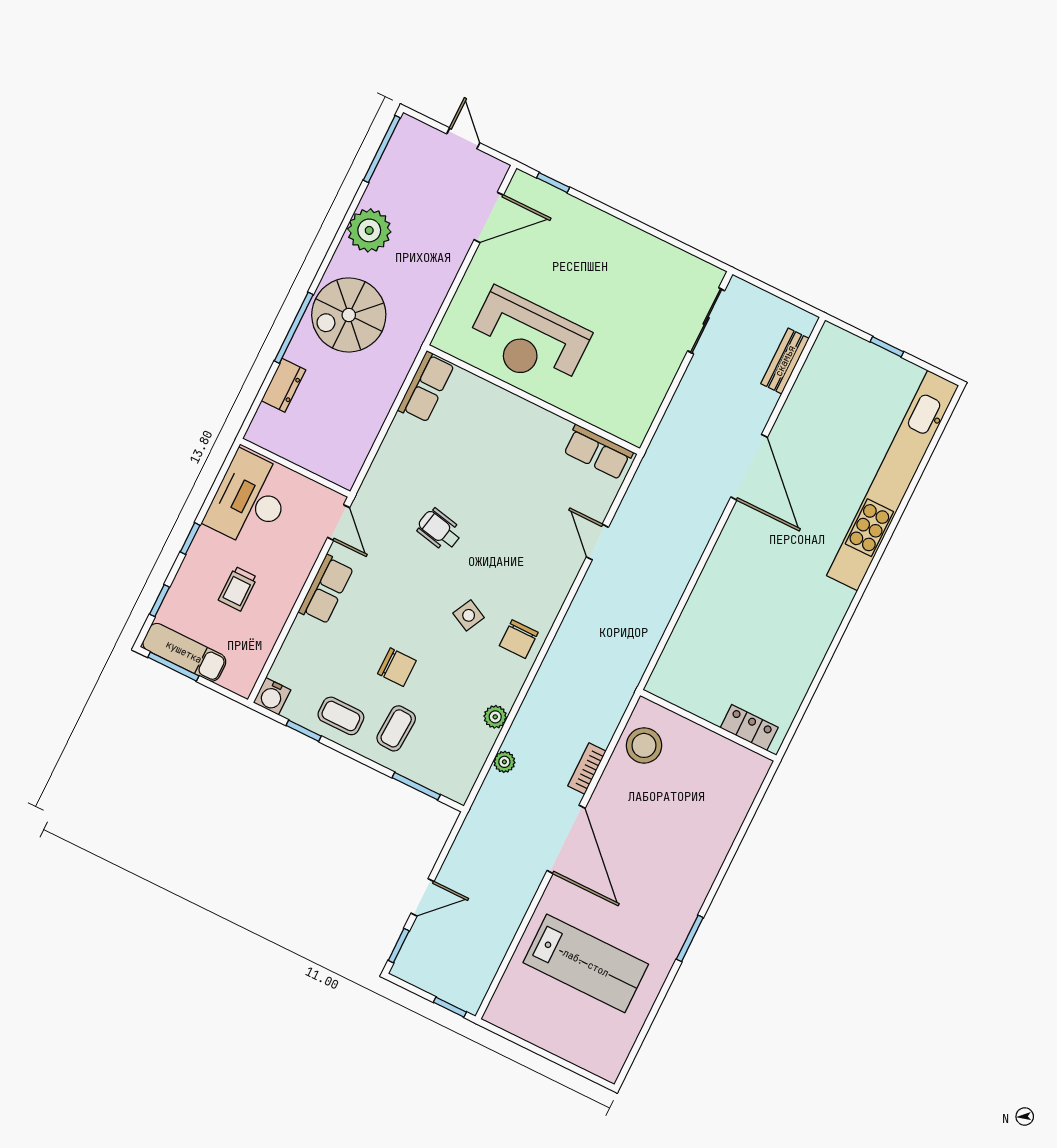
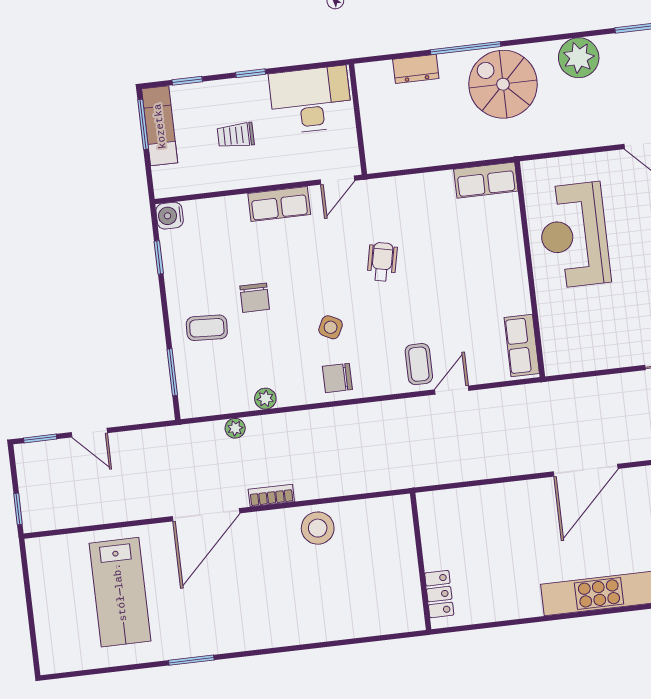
coffee table: (341, 716) -> (419, 364), moved
wall: (708, 725) -> (421, 561), moved
locker: (749, 728) -> (439, 594), moved

